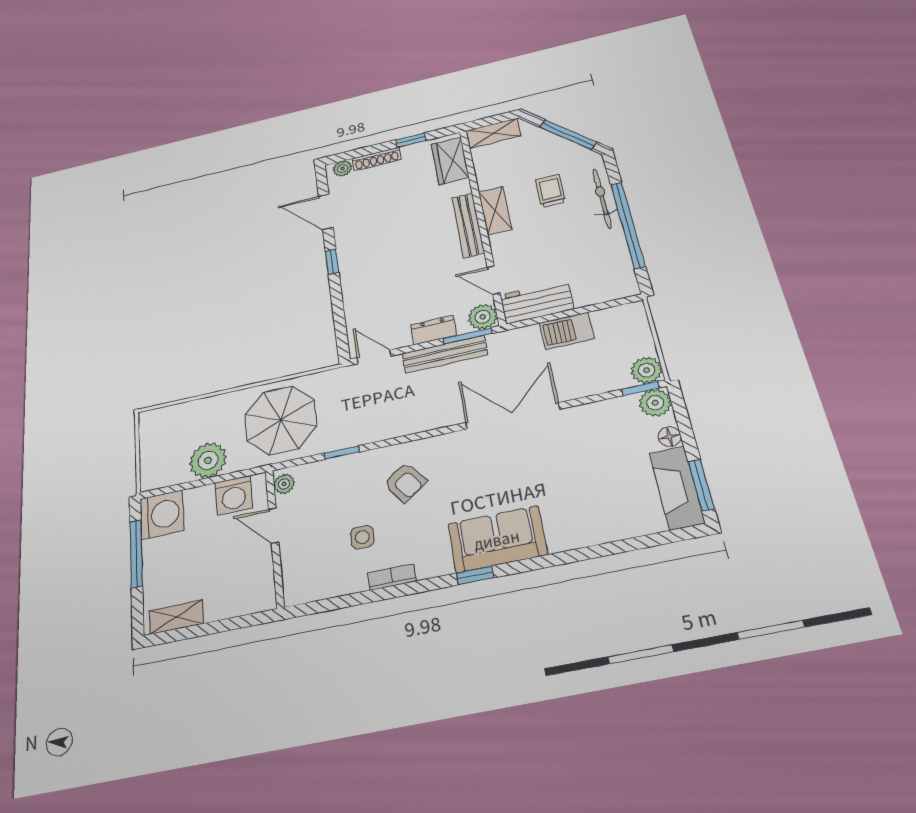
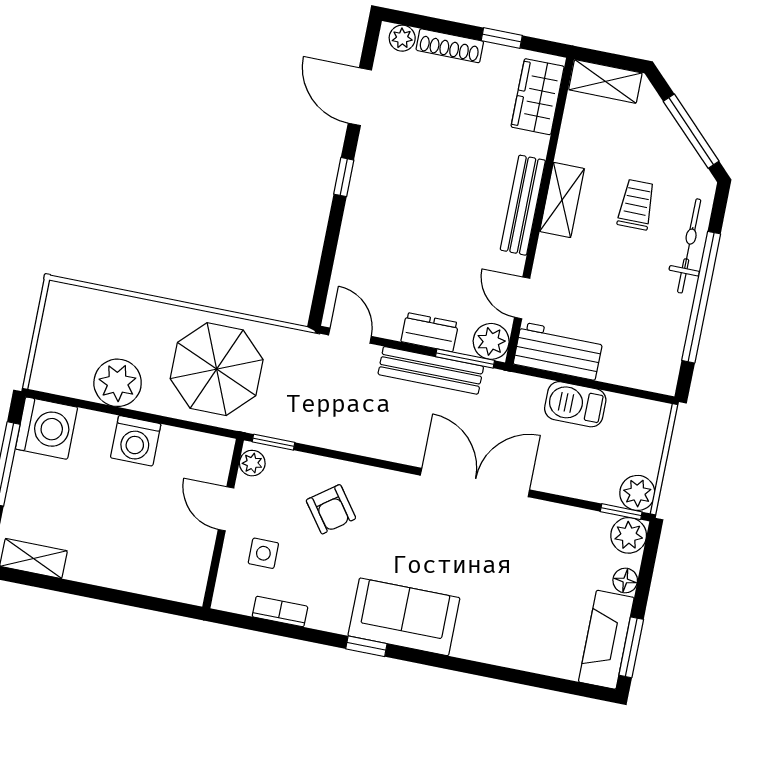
plant: (284, 484) -> (252, 463), moved
door: (274, 526) -> (226, 509), moved
wall: (275, 538) -> (223, 524), moved

